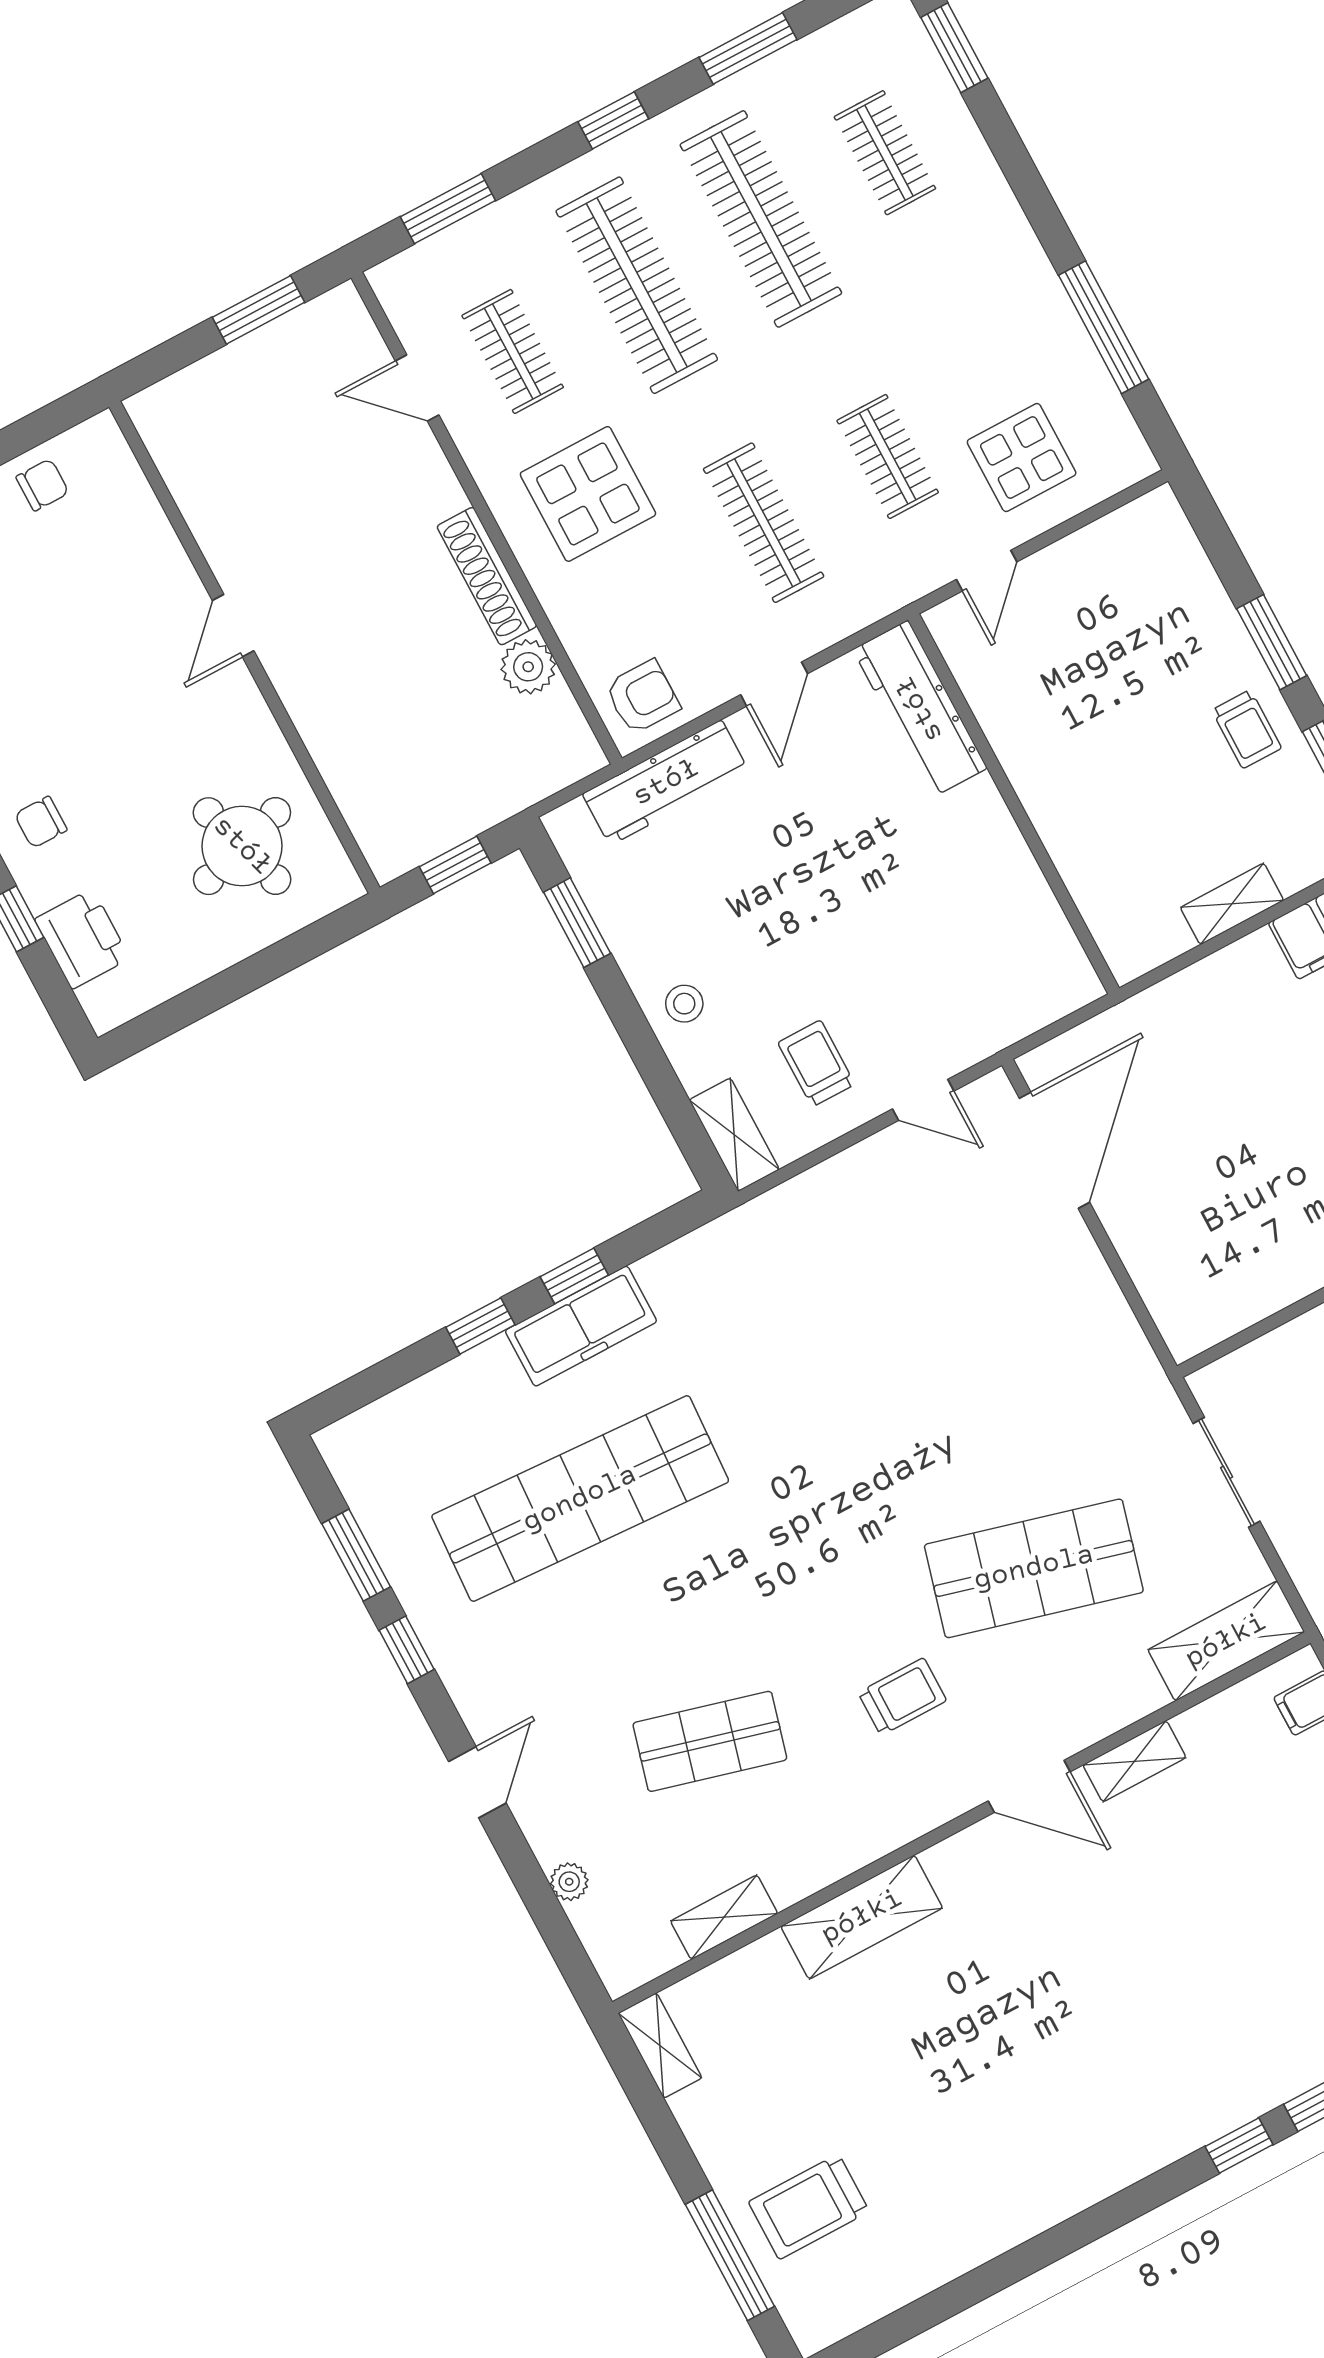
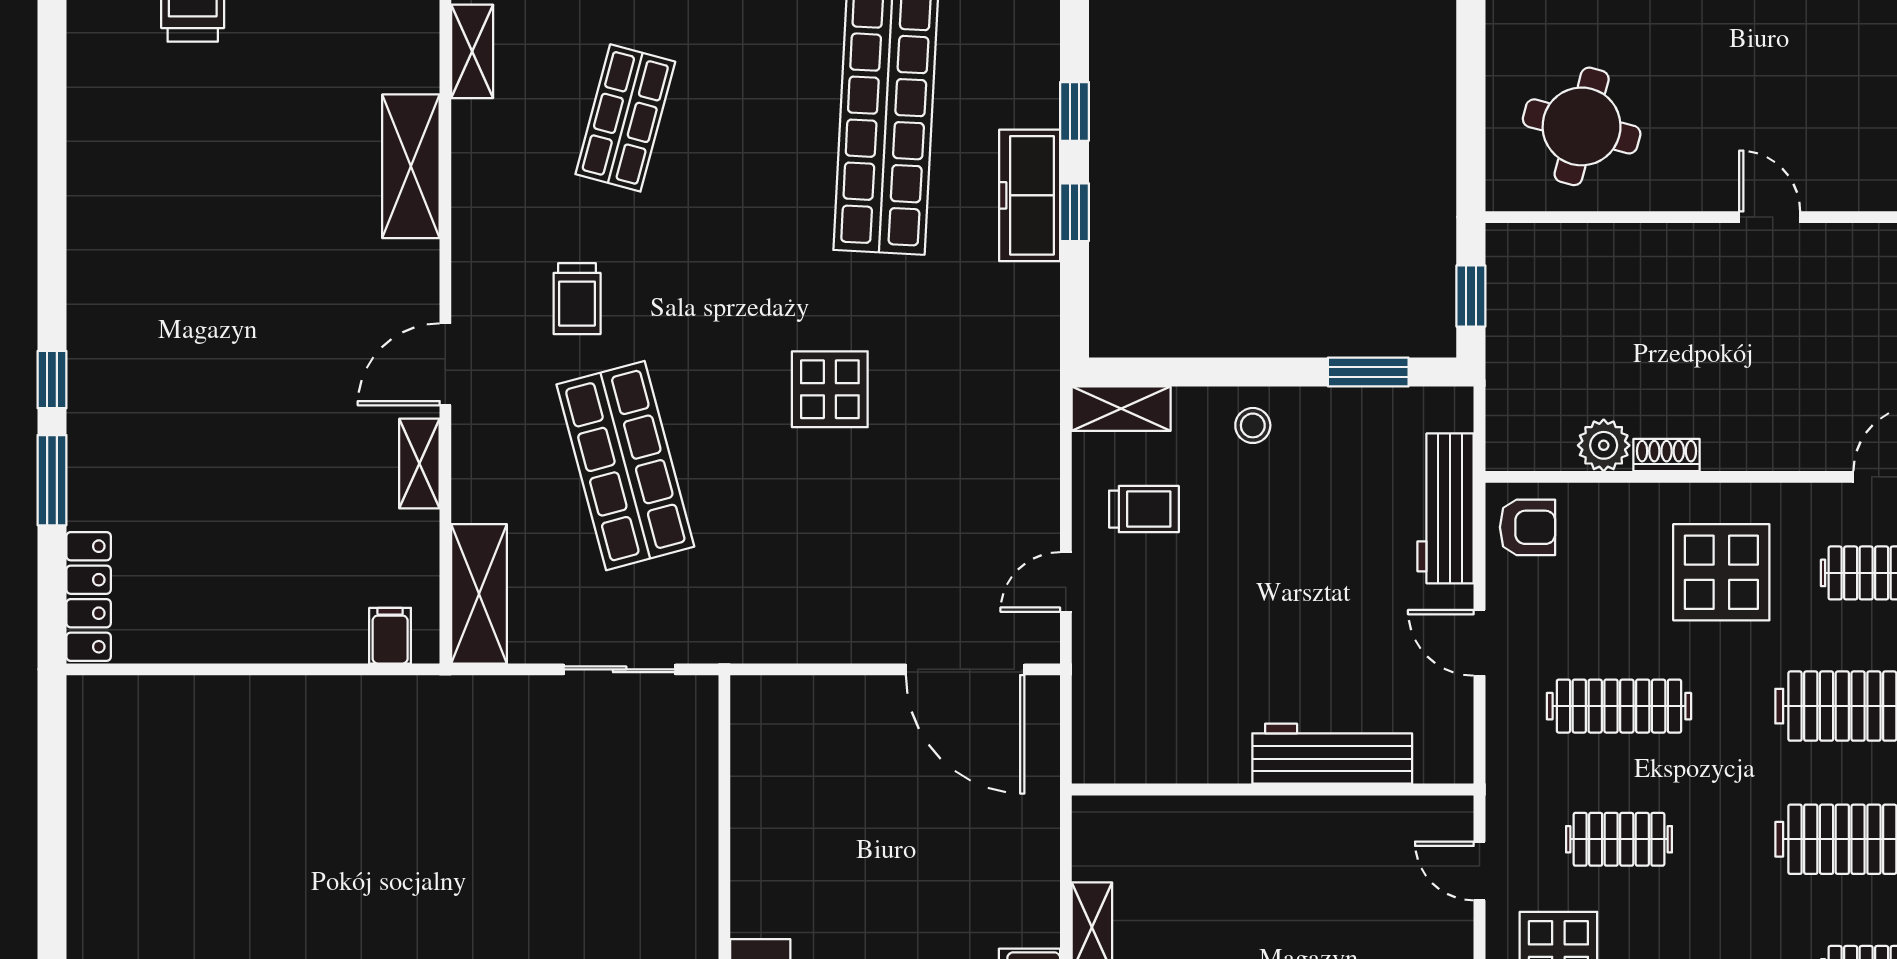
shoe rack: (487, 576) -> (1667, 455), width x0.51, depth x0.81
armchair: (643, 697) -> (1528, 527), turned -90
workbench: (920, 709) -> (1332, 754), moved
round table: (242, 846) -> (1582, 126), turned 32
display table: (861, 1416) -> (830, 389), added
shop shelf: (1034, 1568) -> (625, 466), turned -30

